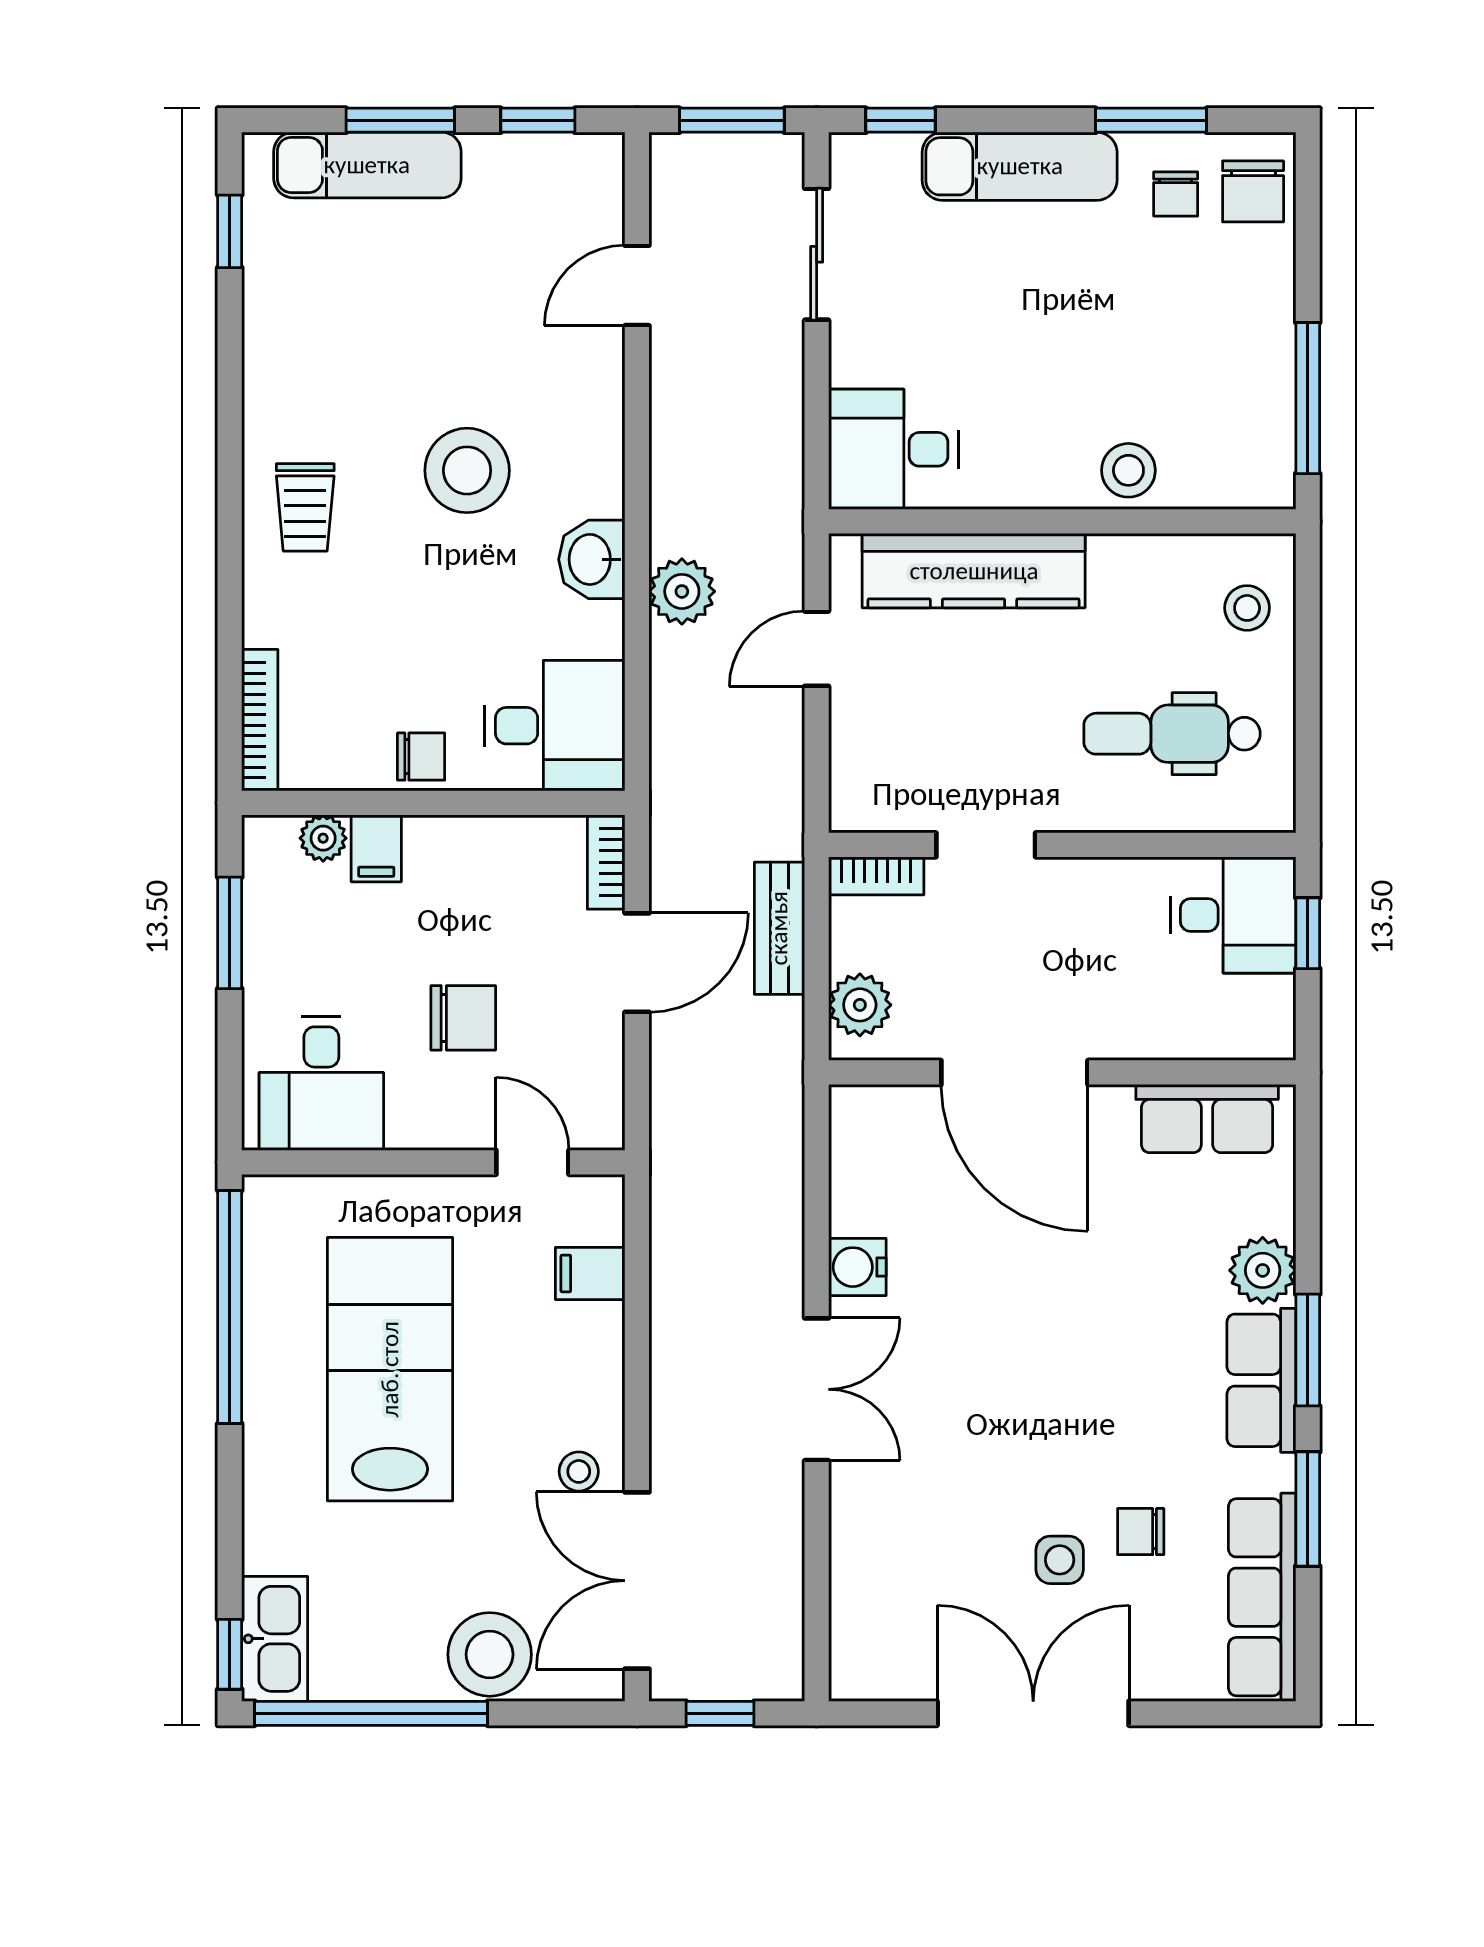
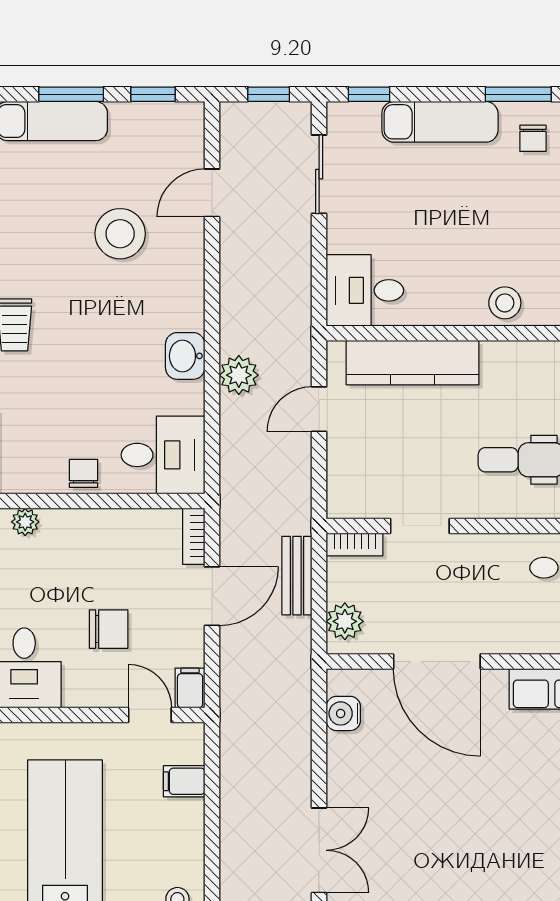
window: (732, 120) -> (269, 94), width x0.67
stool: (467, 470) -> (120, 234), moved
chair: (421, 757) -> (83, 473), turned -90
filing cabinet: (376, 848) -> (190, 688), moved, turned 180
water cooler: (857, 1267) -> (343, 713), moved

